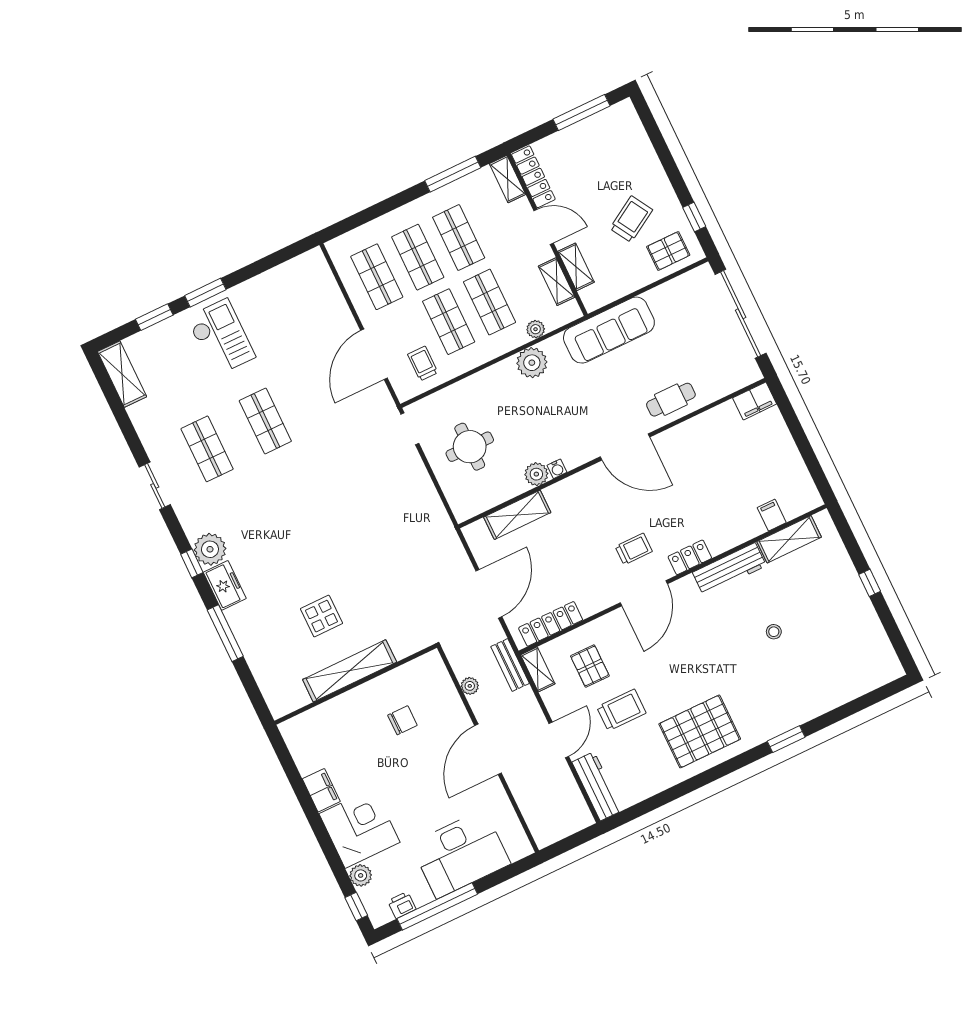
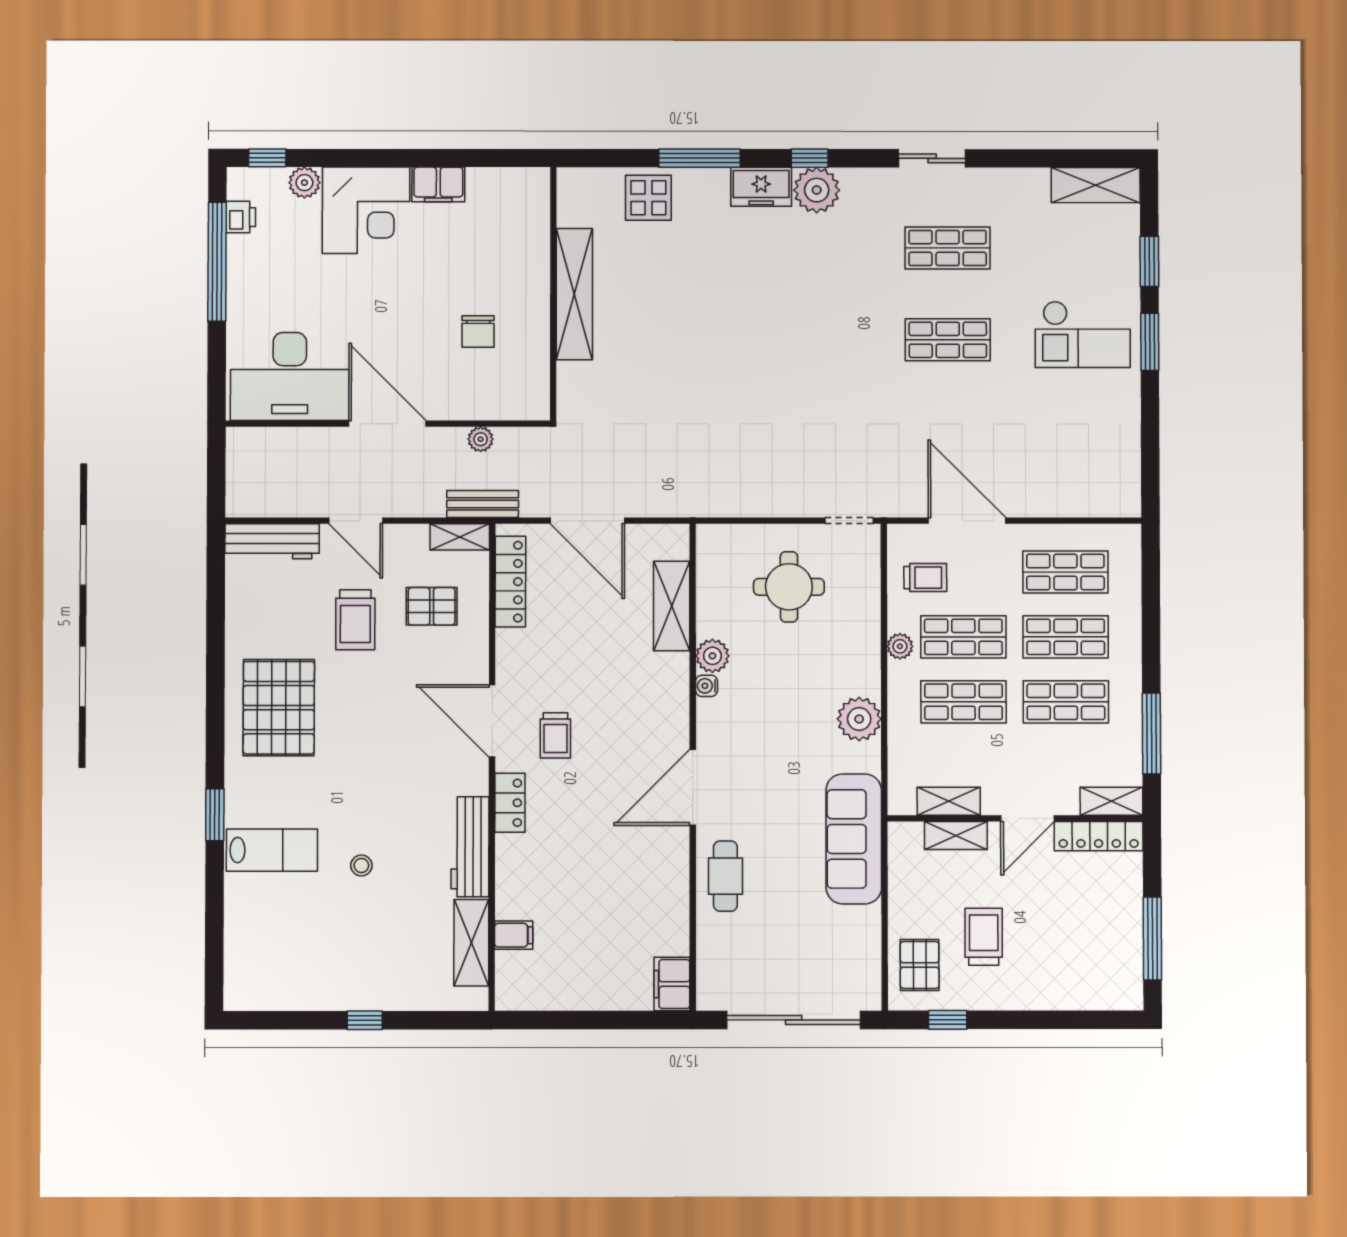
trolley: (631, 219) -> (984, 937), turned -149
plant: (536, 329) -> (900, 646), moved
display table: (321, 616) -> (648, 198), moved
lab bench: (791, 693) -> (272, 850), added
desk: (460, 854) -> (290, 376), moved, turned -90

